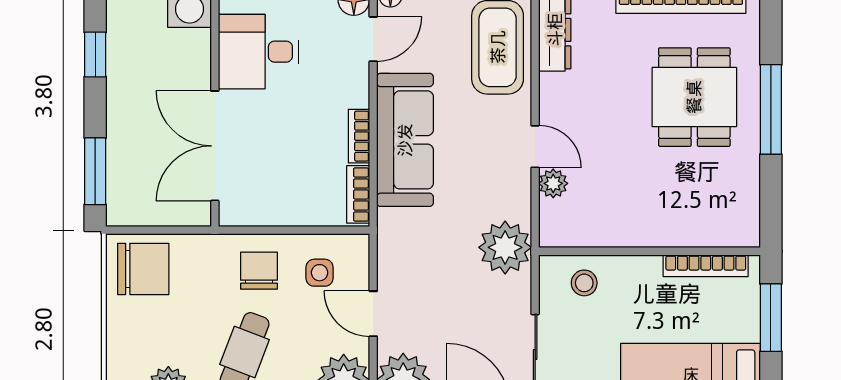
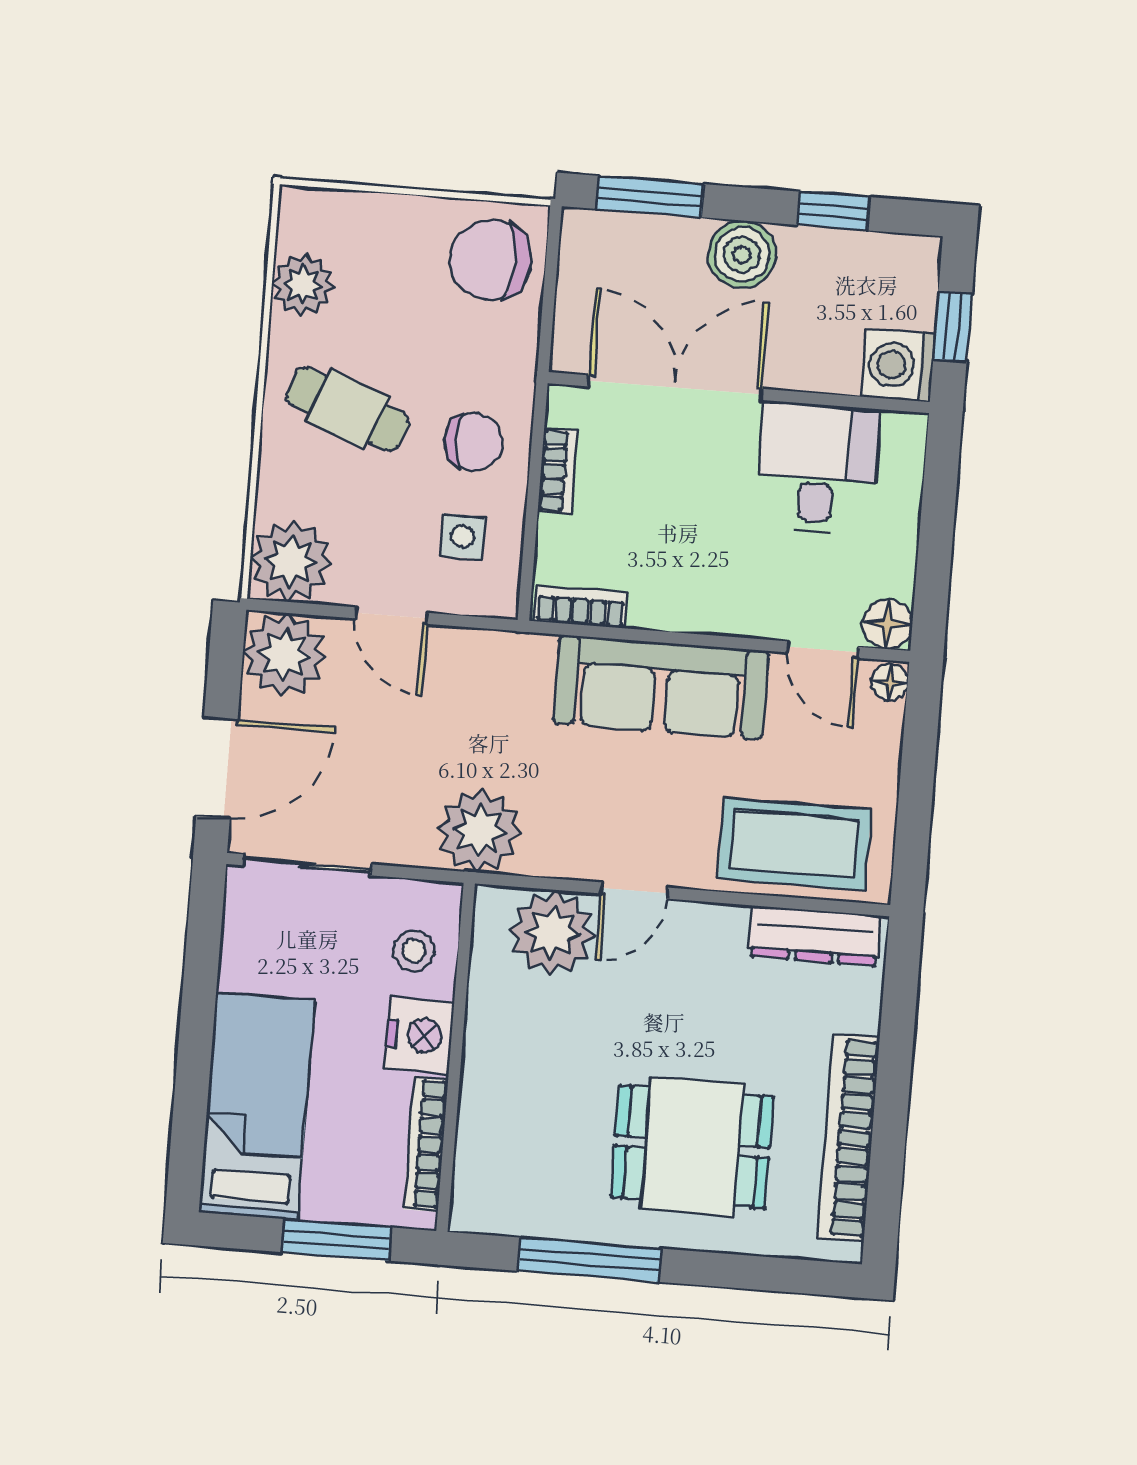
window: (771, 109) -> (590, 1260), moved
boiler: (127, 110) -> (742, 254), added
bookcase: (359, 136) -> (558, 471), moved, turned 90
plant: (553, 183) -> (552, 933), width x1.88, depth x1.88
chair: (143, 269) -> (490, 260), turned 90
nightstand: (638, 275) -> (419, 1036), added
door: (373, 314) -> (392, 616), swing flipped

